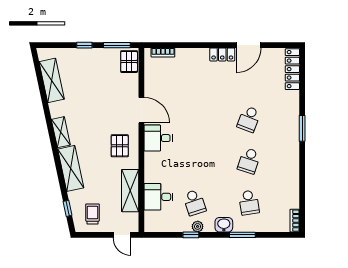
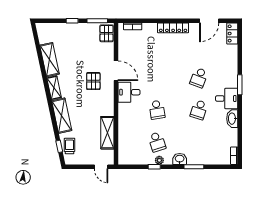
door: (249, 45) -> (209, 21), moved
locker: (222, 54) -> (173, 28), width x1.53
locker: (292, 69) -> (232, 33), width x0.66
shelving: (52, 80) -> (50, 60), moved
pallet: (120, 146) -> (93, 81), moved
washbasin: (292, 172) -> (232, 119), added
desk: (158, 197) -> (227, 99), moved, turned 180
school desk: (249, 203) -> (157, 110), moved
trolley: (93, 214) -> (70, 146), moved

